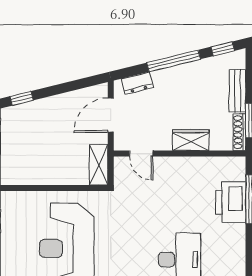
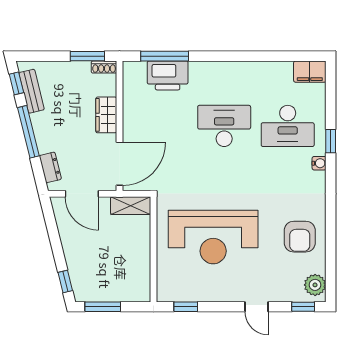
bench: (237, 91) -> (32, 91), moved, turned 76
shoe rack: (239, 132) -> (104, 67), width x0.70
door: (141, 153) -> (120, 164), width x1.87

